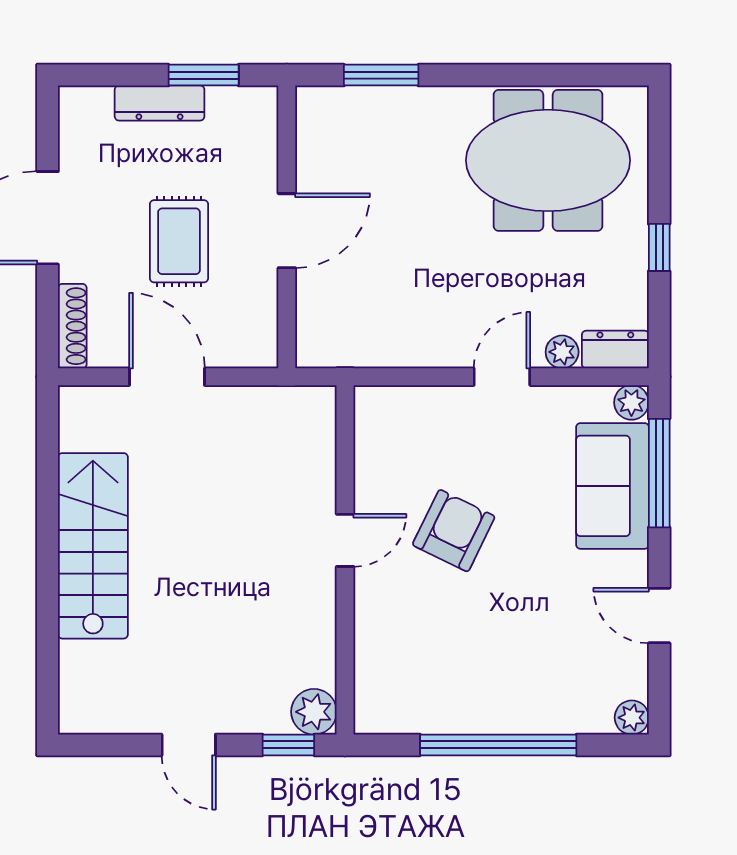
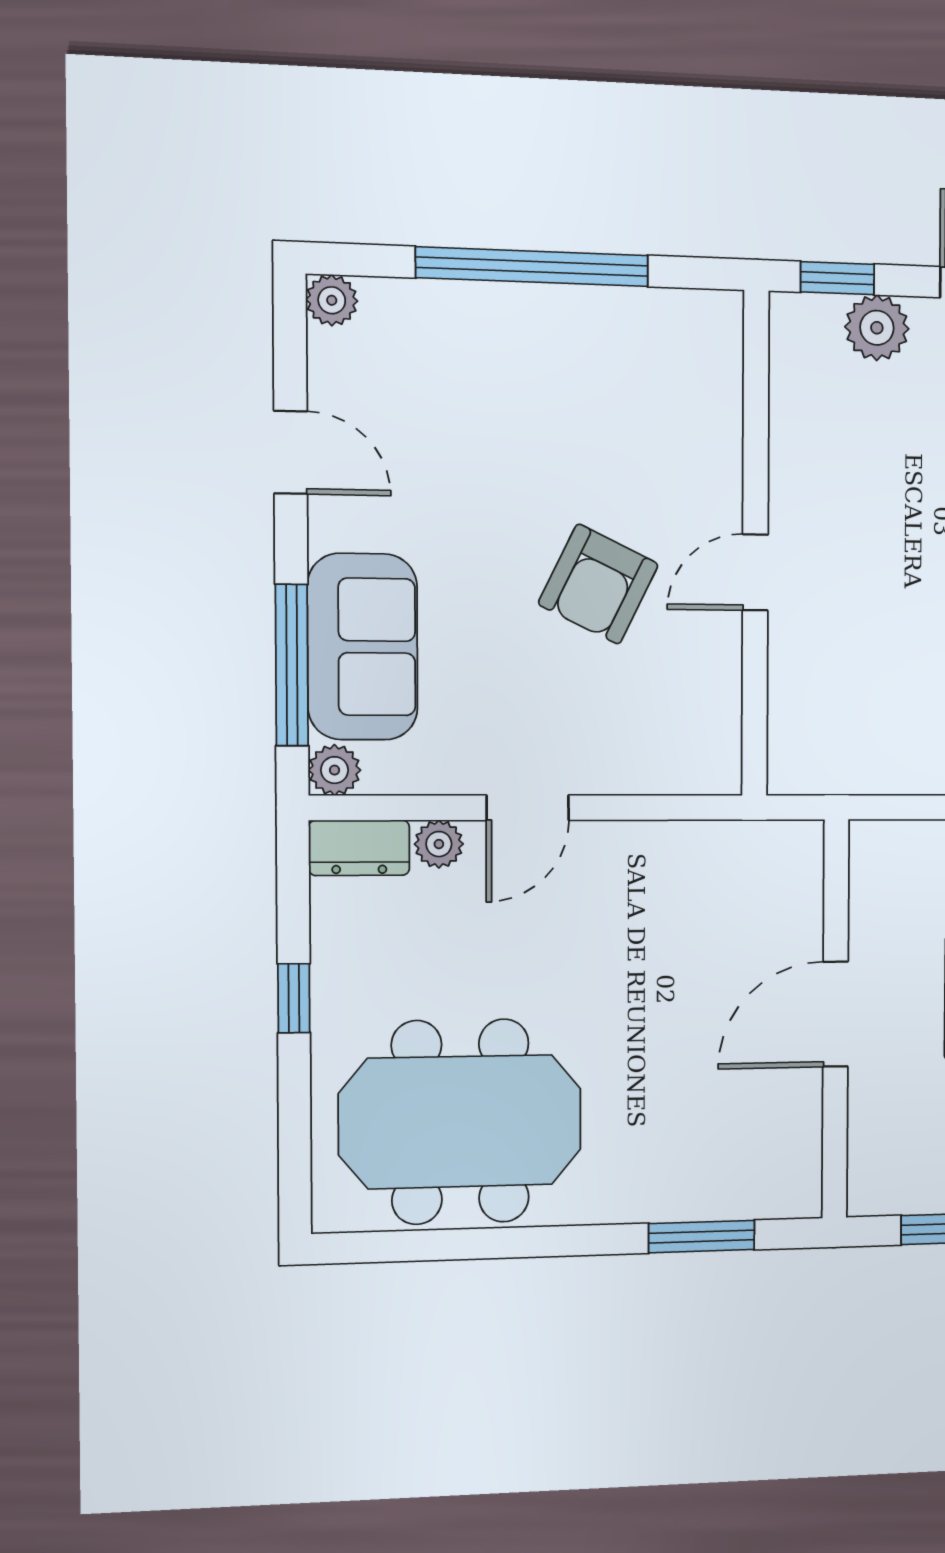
plant: (314, 712) -> (877, 328), moved

